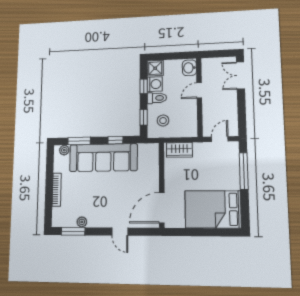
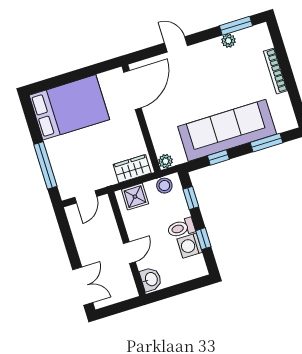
shower: (155, 68) -> (135, 197), moved
stool: (163, 121) -> (164, 186), moved
plant: (64, 150) -> (166, 161), moved

